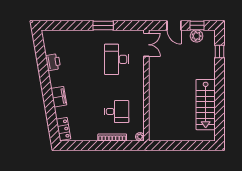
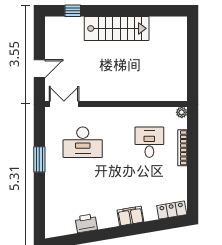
window: (197, 25) -> (39, 39), removed
plant: (197, 36) -> (53, 40), removed
stairs: (206, 105) -> (117, 28), moved

